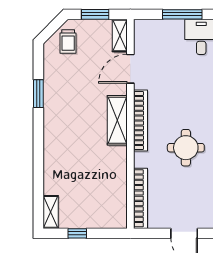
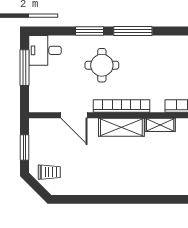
shelving: (120, 36) -> (160, 125), moved
window: (38, 94) -> (97, 199), removed
round table: (186, 148) -> (102, 65), moved

